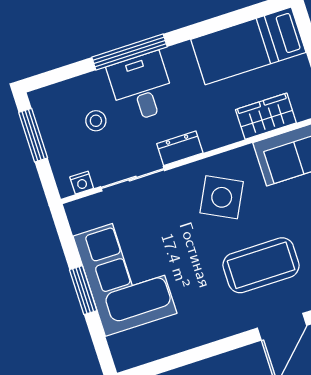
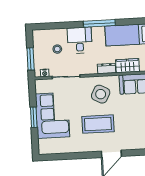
window: (130, 52) -> (99, 23), moved
window: (33, 135) -> (31, 59), moved
dresser: (180, 148) -> (106, 68), moved
coffee table: (261, 265) -> (98, 124), moved

